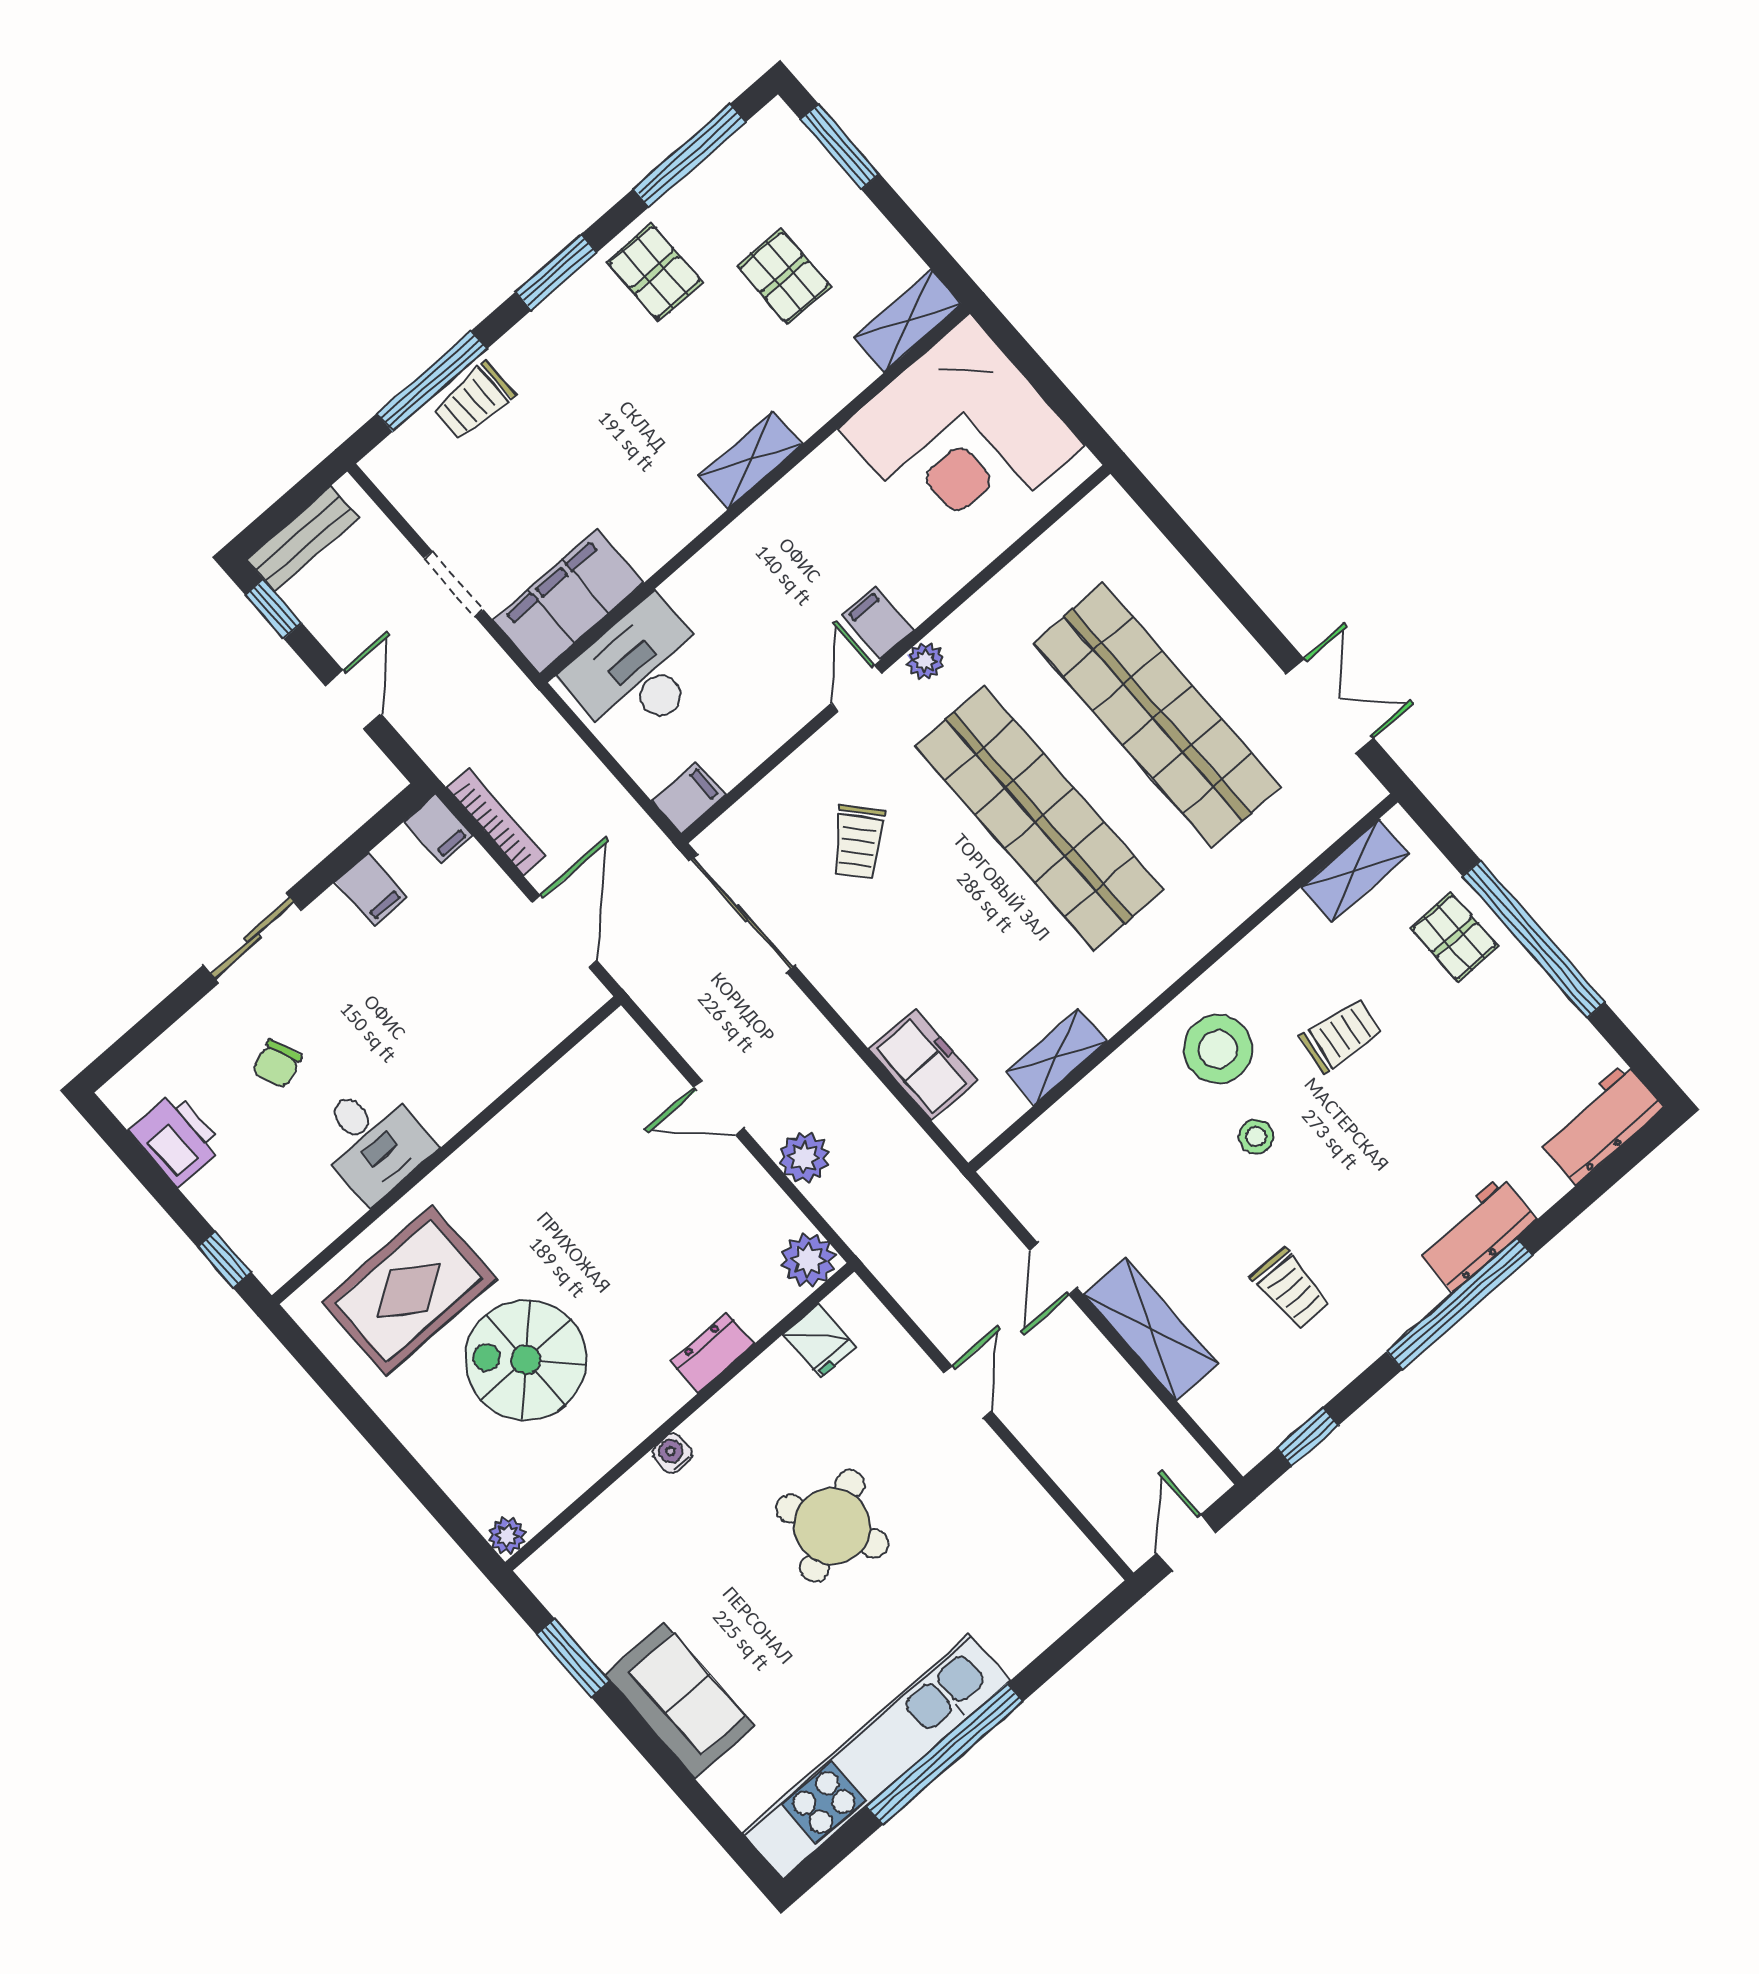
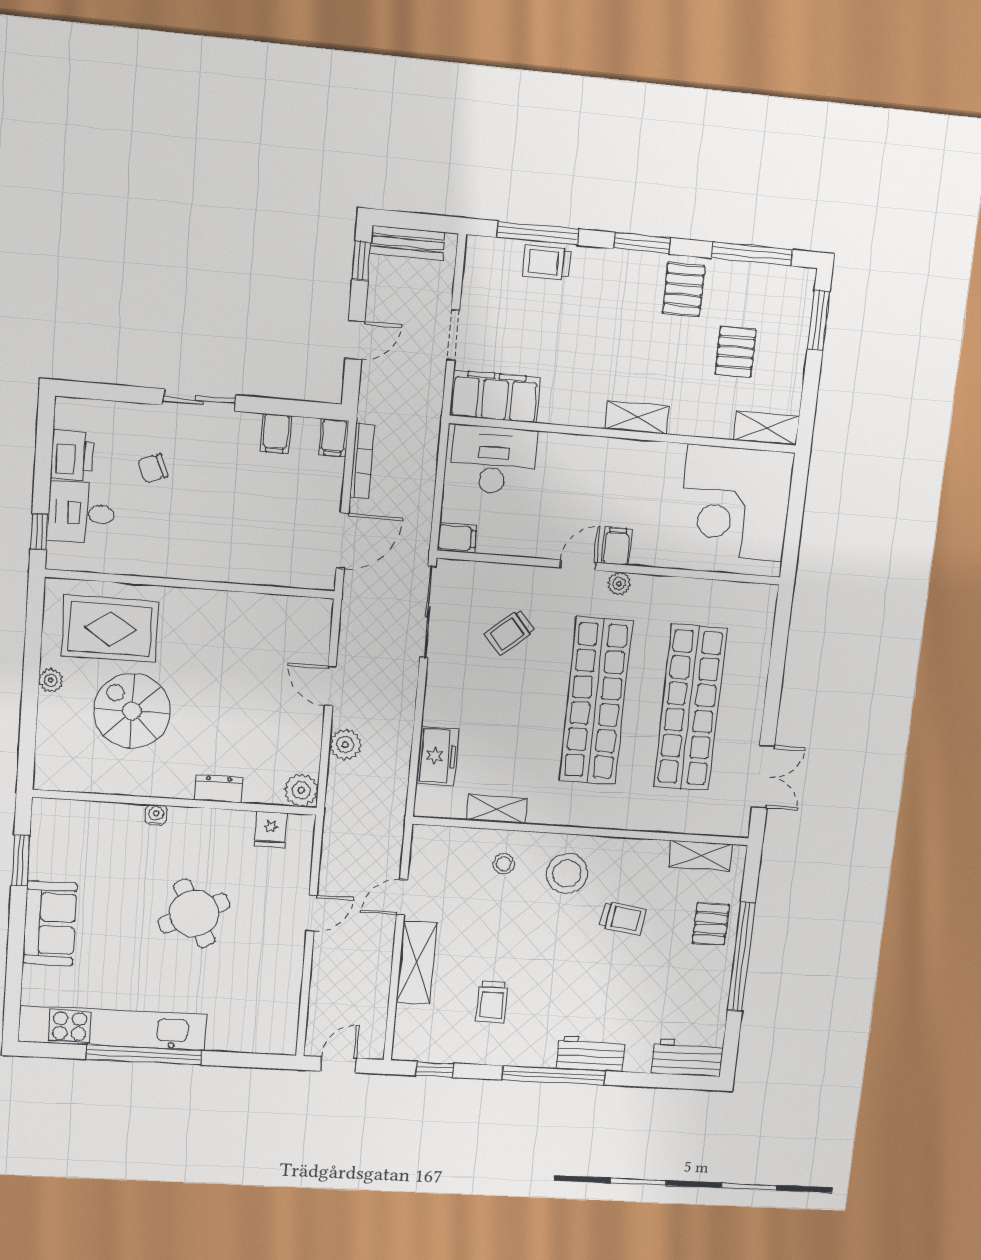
stool: (1256, 1137) -> (504, 864), moved
desk: (372, 1141) -> (81, 513), moved, turned 90
plant: (507, 1536) -> (51, 680), moved

